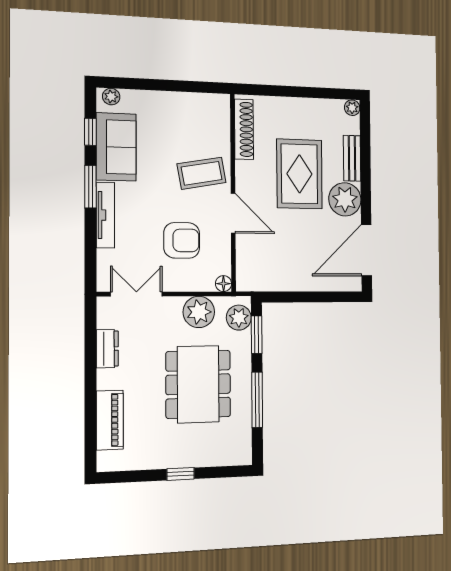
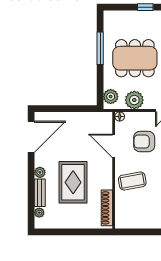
plant: (352, 108) -> (39, 213), moved
plant: (345, 199) -> (40, 172), width x0.53, depth x0.53
door: (233, 213) -> (114, 146), moved
window: (257, 335) -> (100, 86), removed
dining table: (198, 384) -> (135, 58), turned 90

